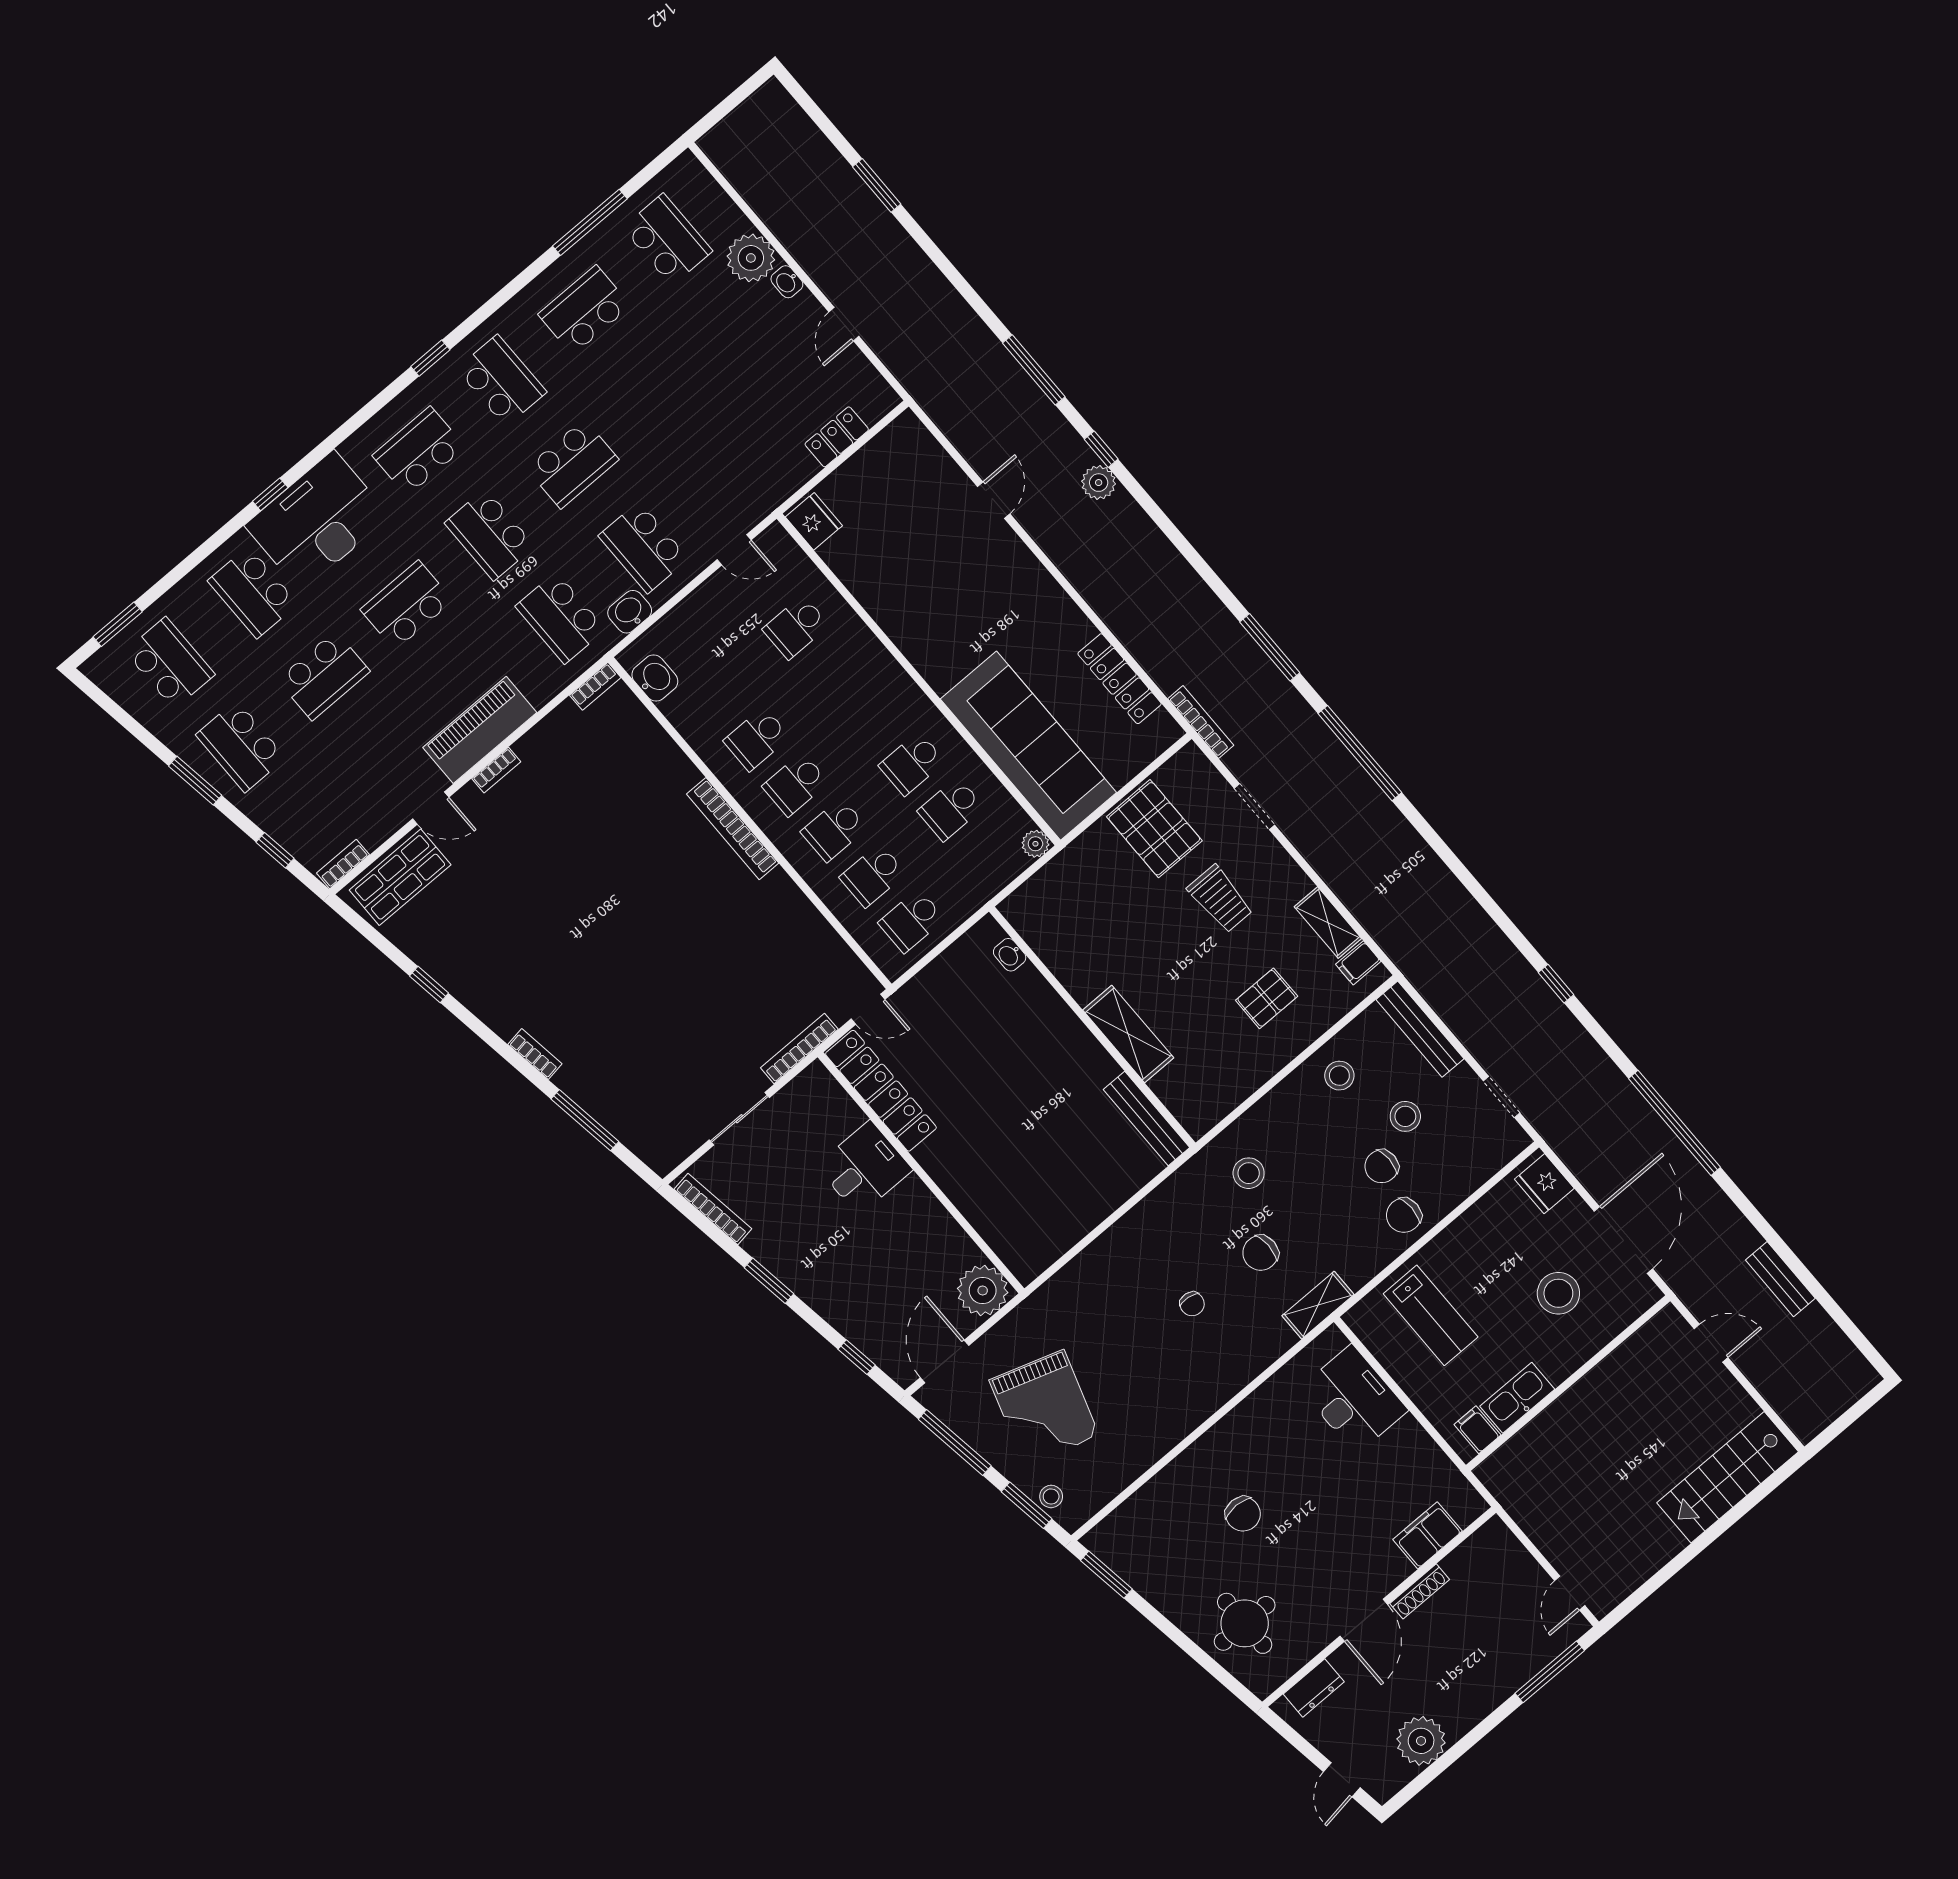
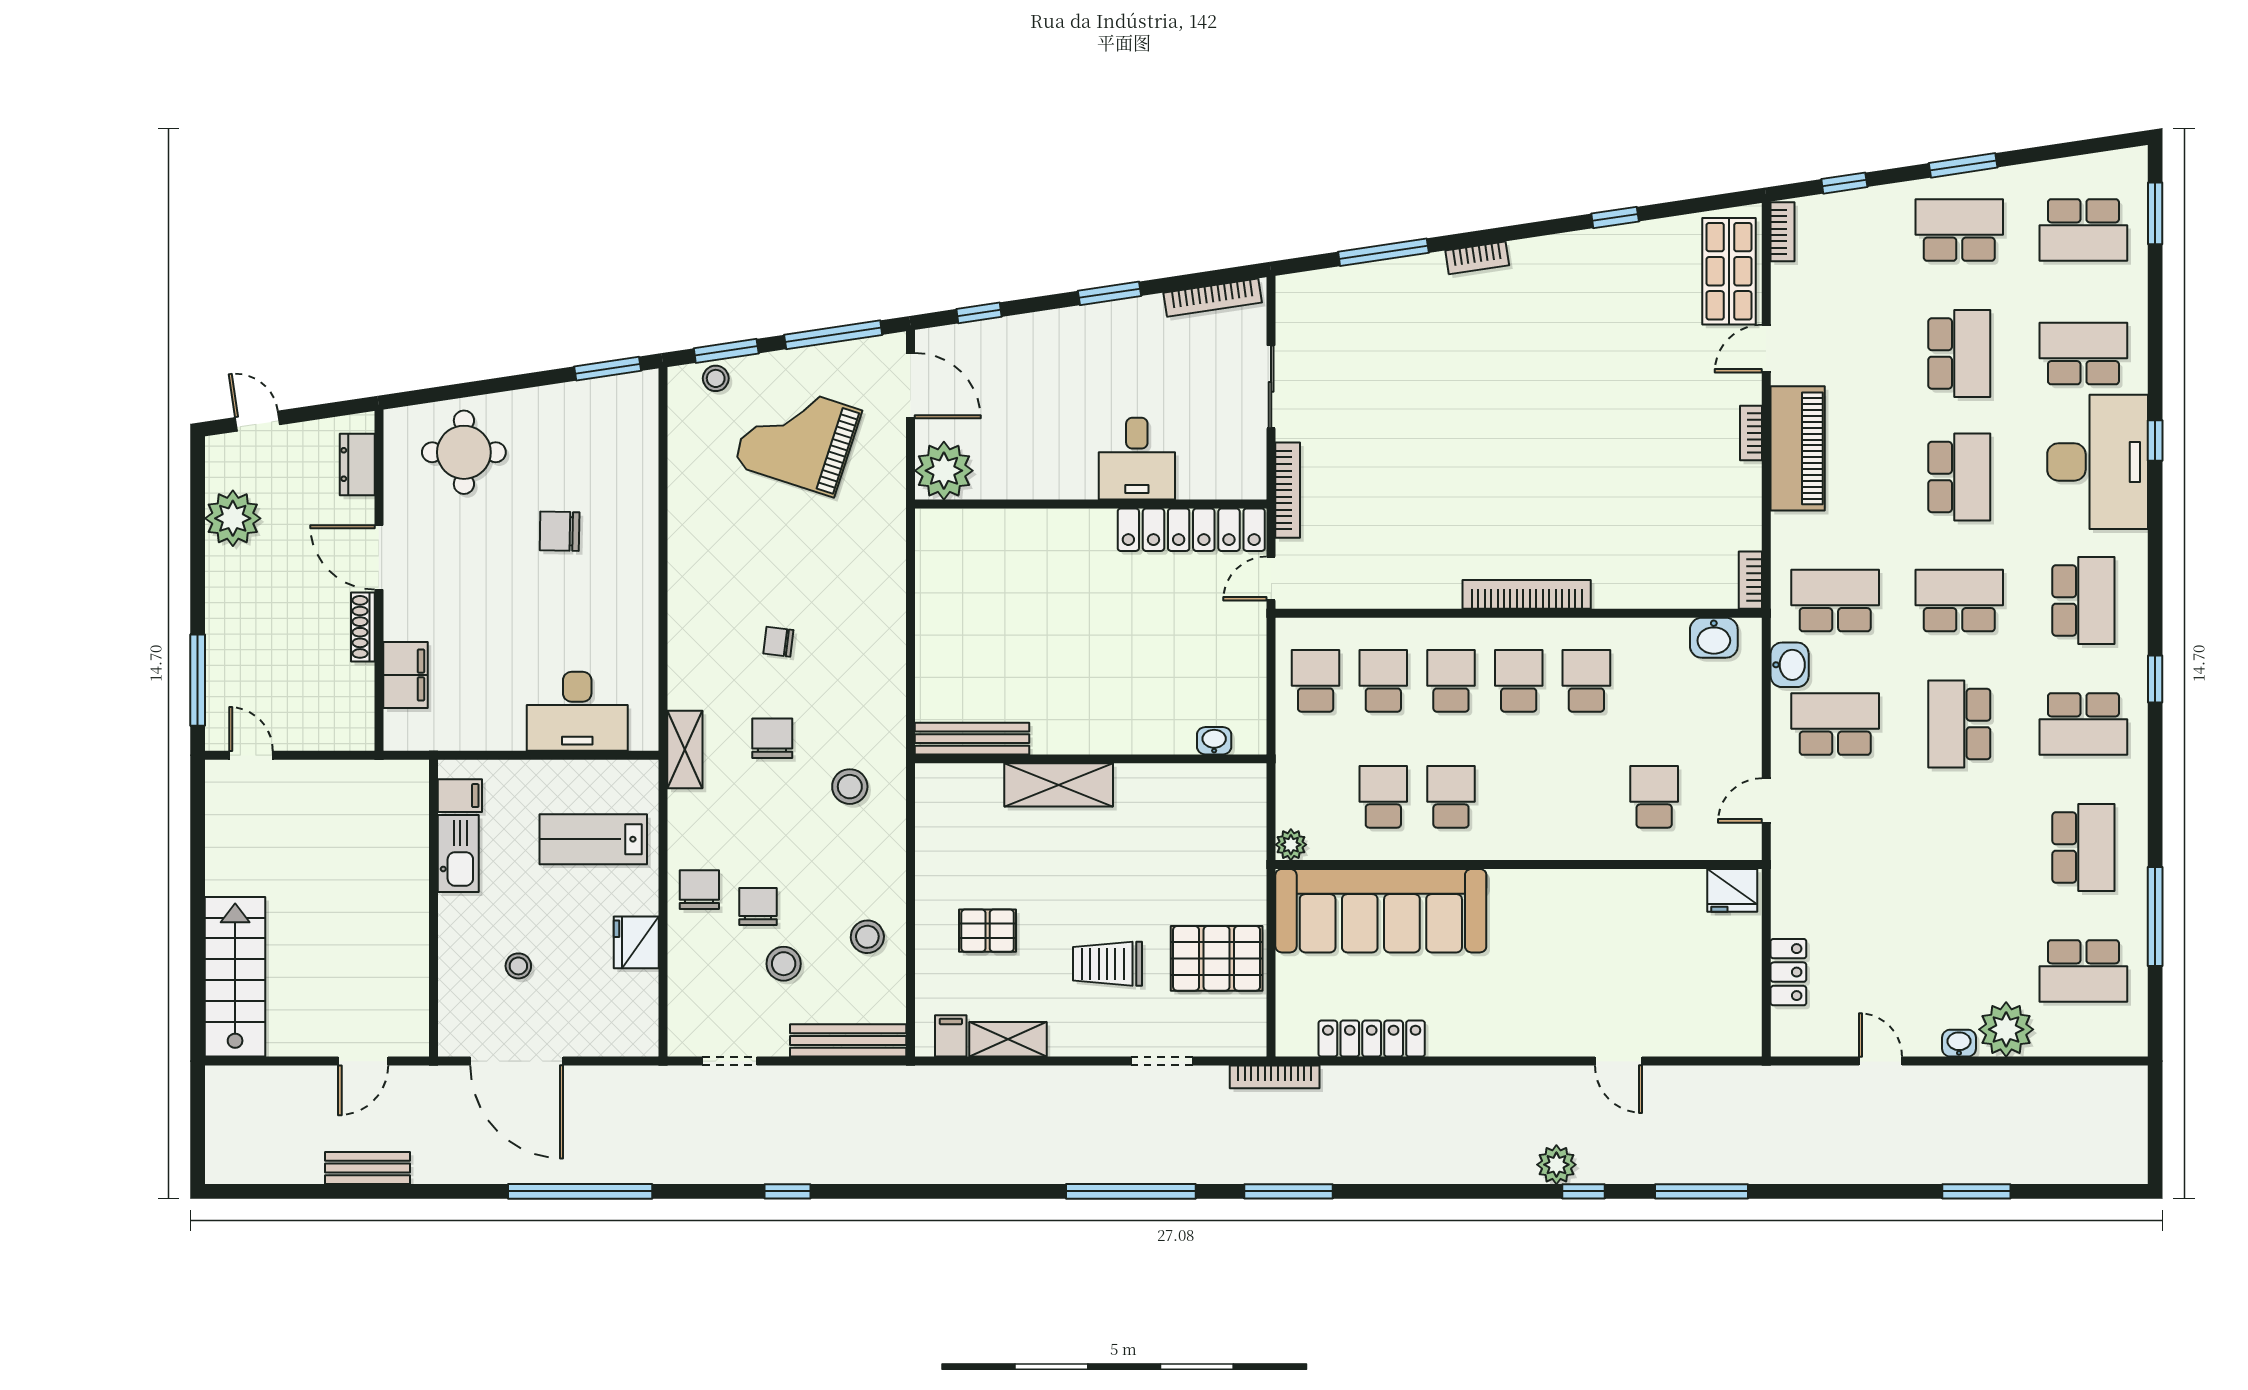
school desk: (324, 676) -> (1959, 353), turned 180
pallet: (1267, 998) -> (988, 931), turned 90
fridge: (1544, 1184) -> (636, 942), moved, turned -90
stool: (1558, 1293) -> (518, 966), width x0.53, depth x0.53

